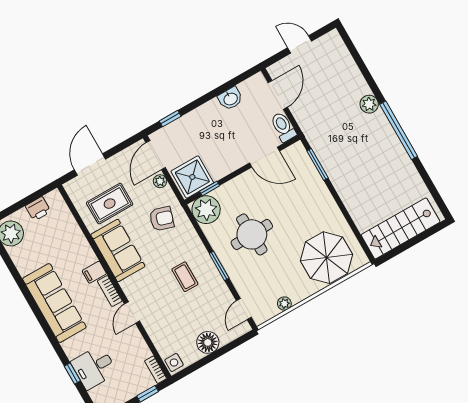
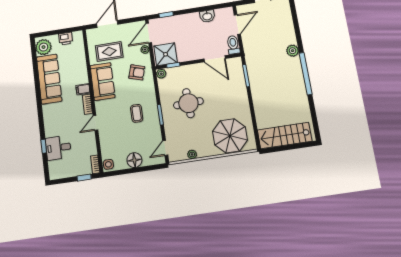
plant: (206, 210) -> (161, 74), width x0.53, depth x0.53
sofa: (54, 303) -> (49, 79), moved

